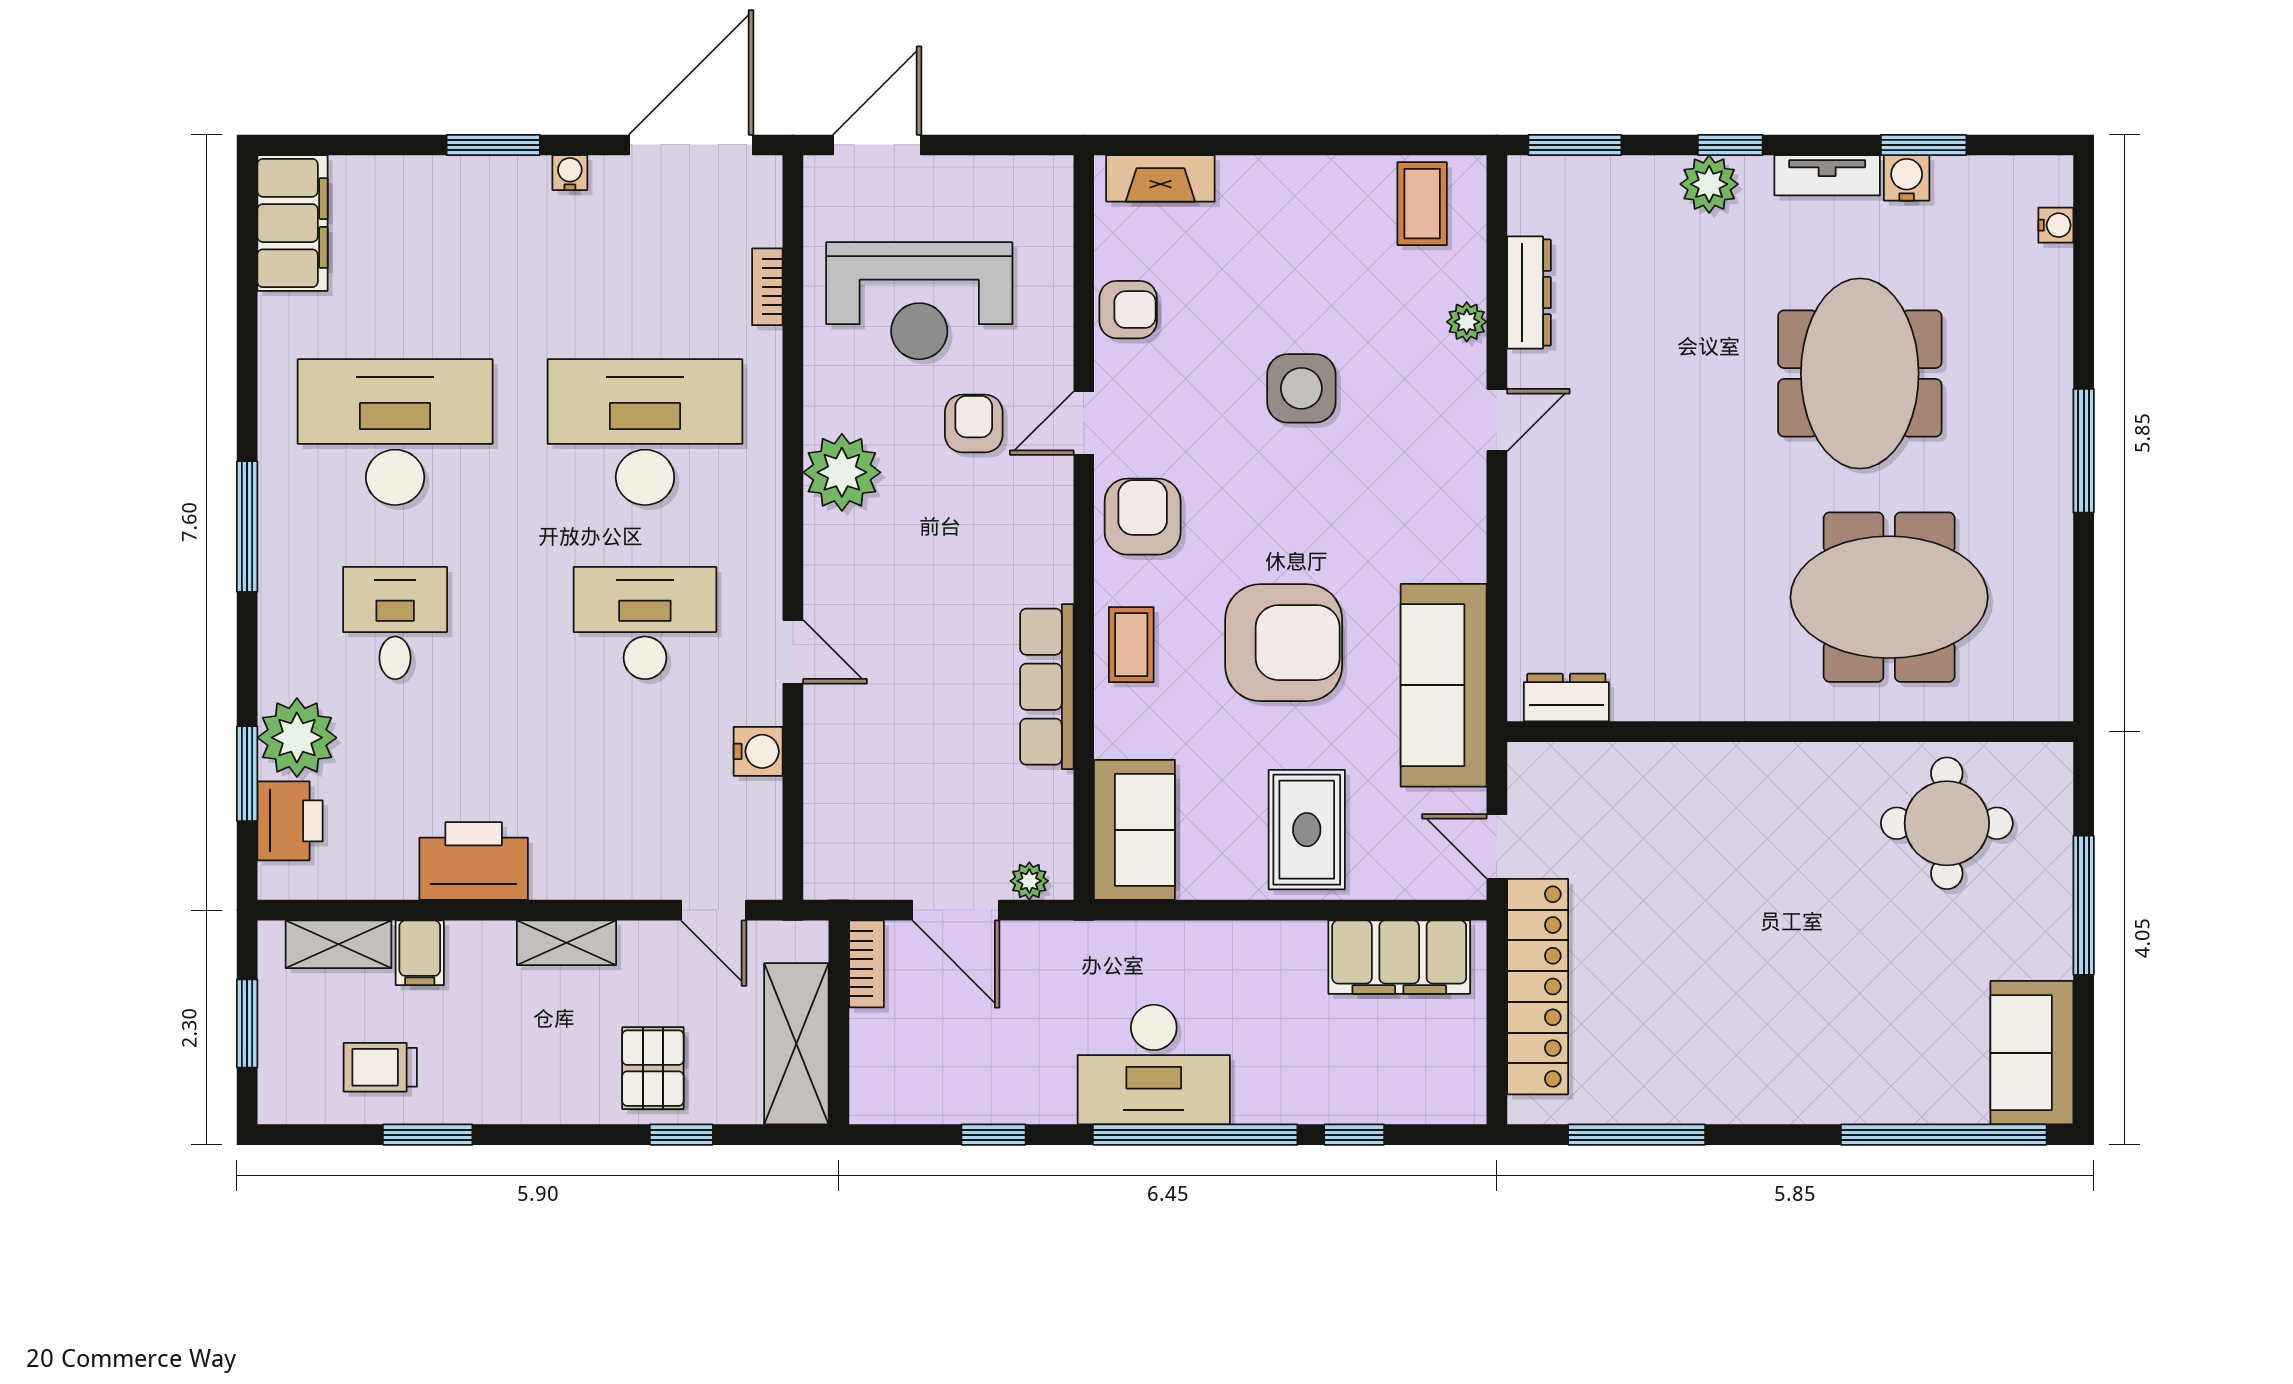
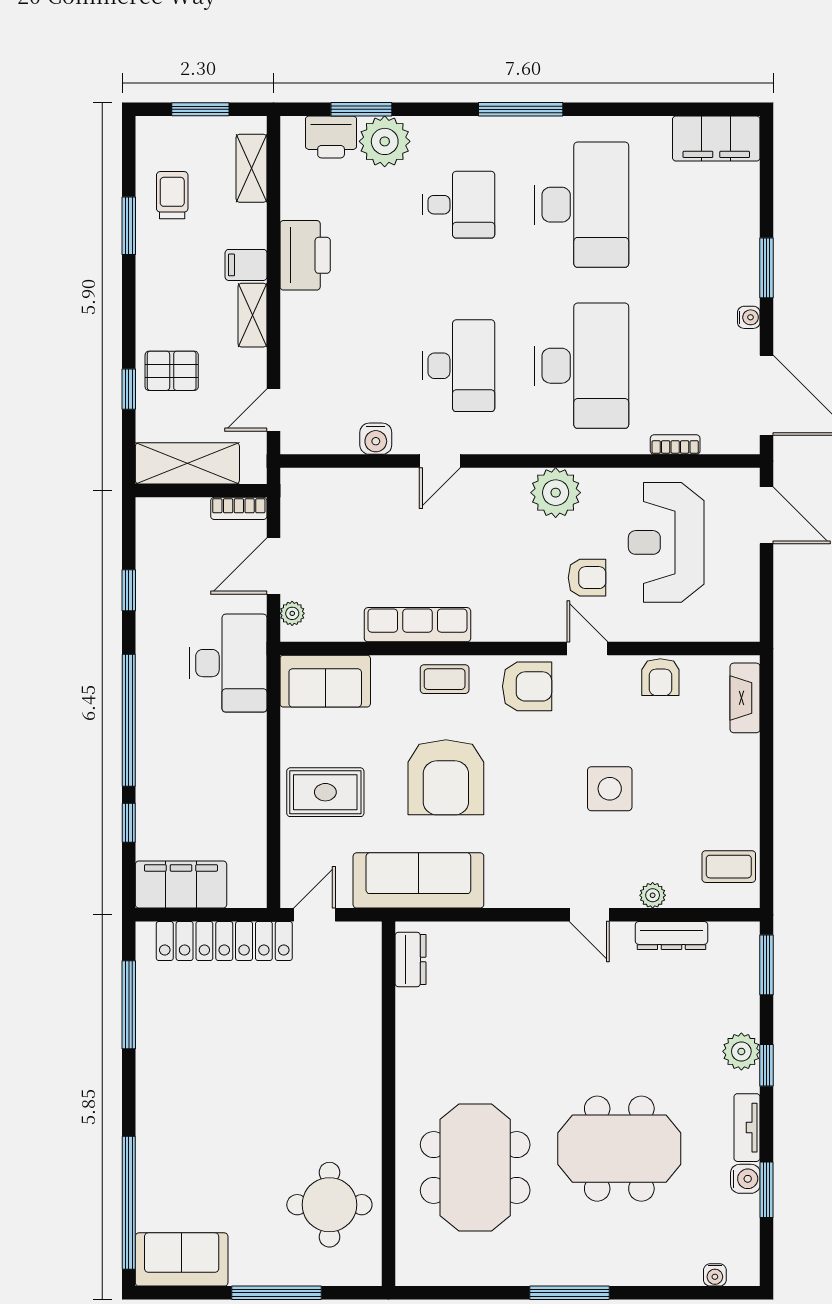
filing cabinet: (420, 953) -> (246, 265), moved
filing cabinet: (1399, 957) -> (181, 885), moved, turned 90
desk: (1154, 1065) -> (228, 663), moved, turned 180

